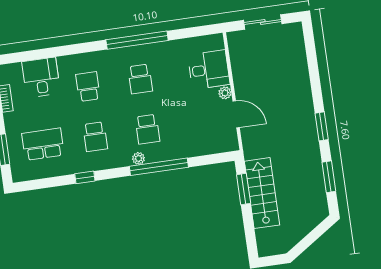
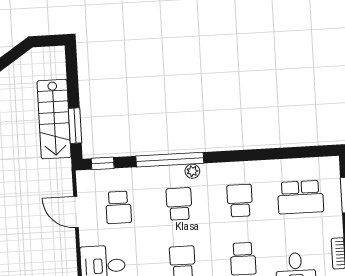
plant: (225, 93) -> (87, 238), removed
school desk: (200, 122) -> (118, 207), added
window: (85, 177) -> (103, 163), moved

